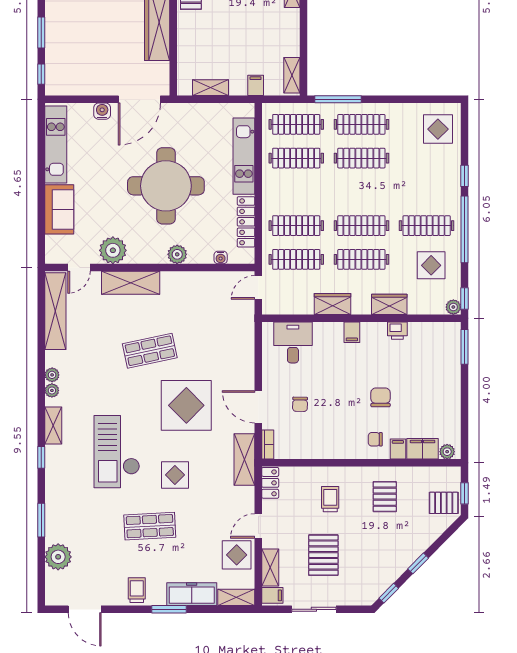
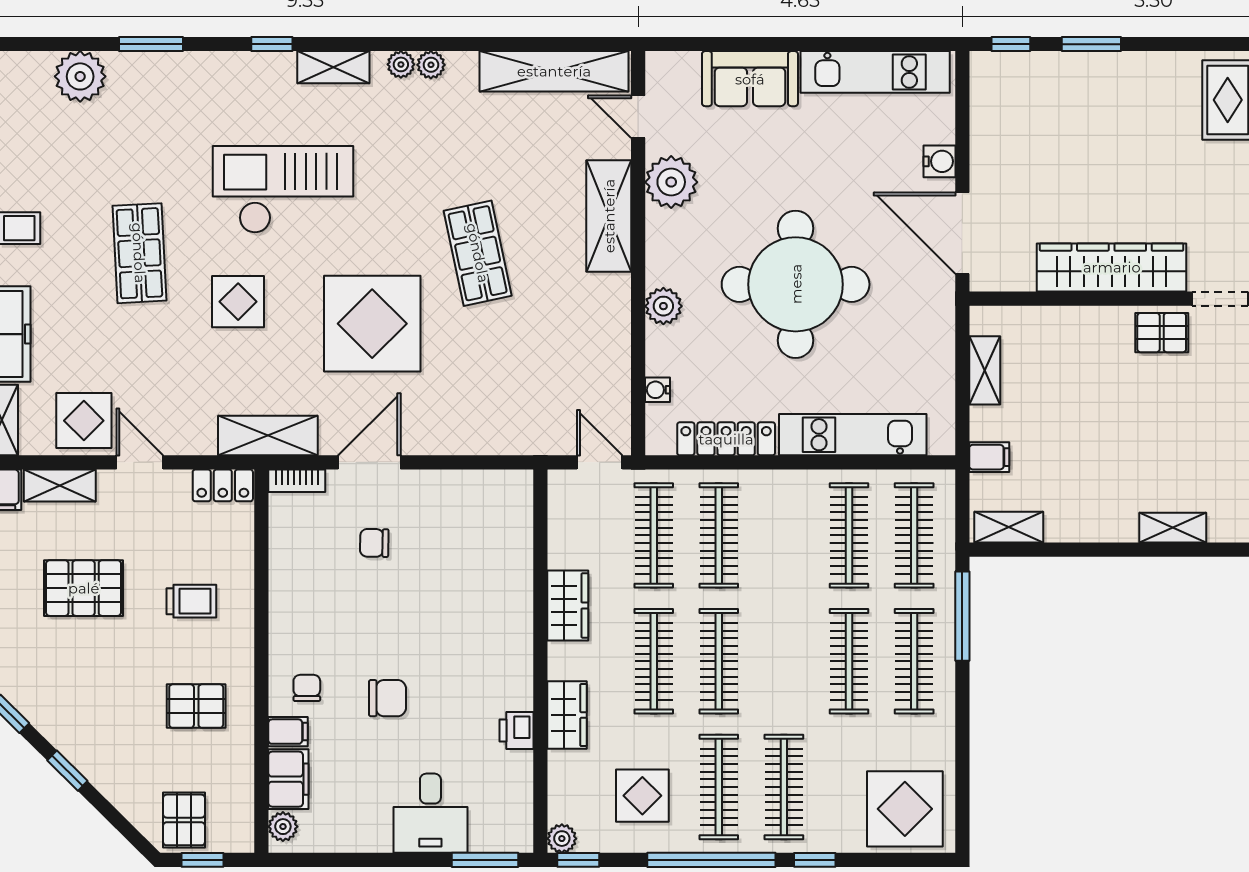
display table: (438, 129) -> (905, 809), width x1.36, depth x1.36
clothes rail: (427, 192) -> (784, 787), added
filing cabinet: (352, 332) -> (513, 643), removed
desk: (293, 342) -> (430, 813), moved, turned 90

